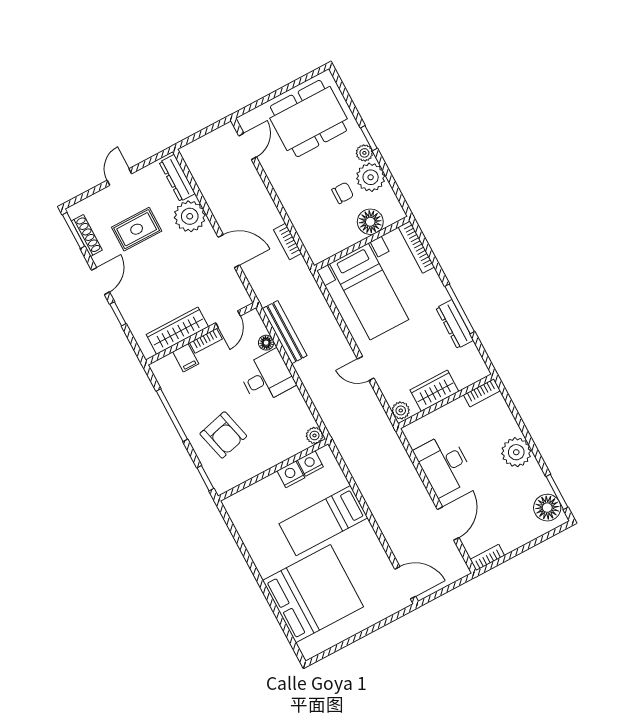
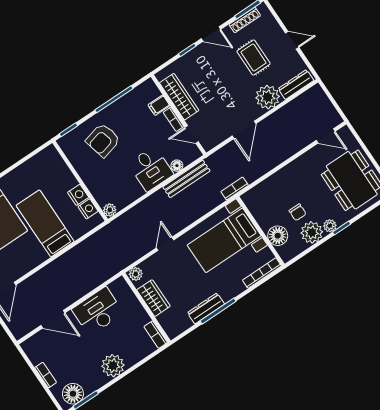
bookcase: (288, 241) -> (235, 188), moved
bookcase: (487, 557) -> (46, 375), moved

